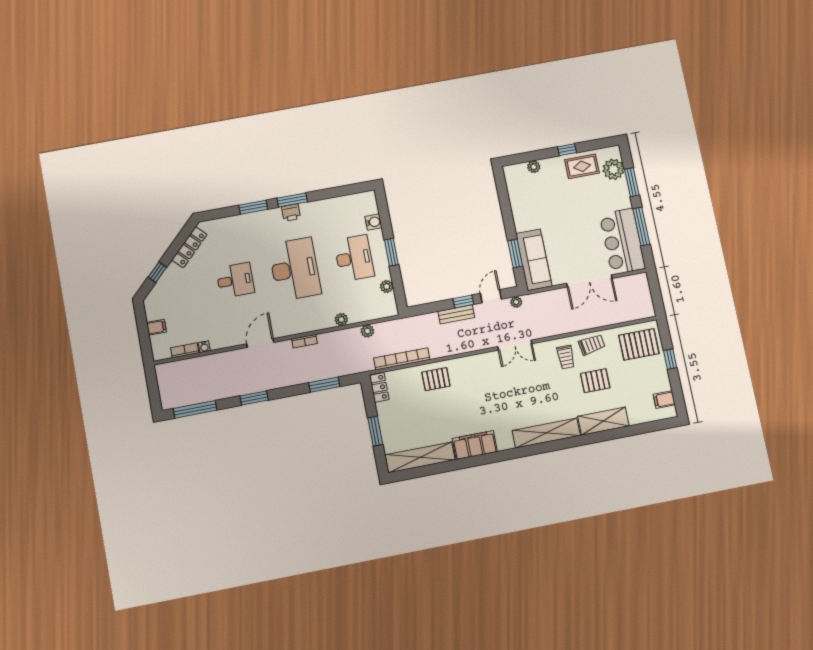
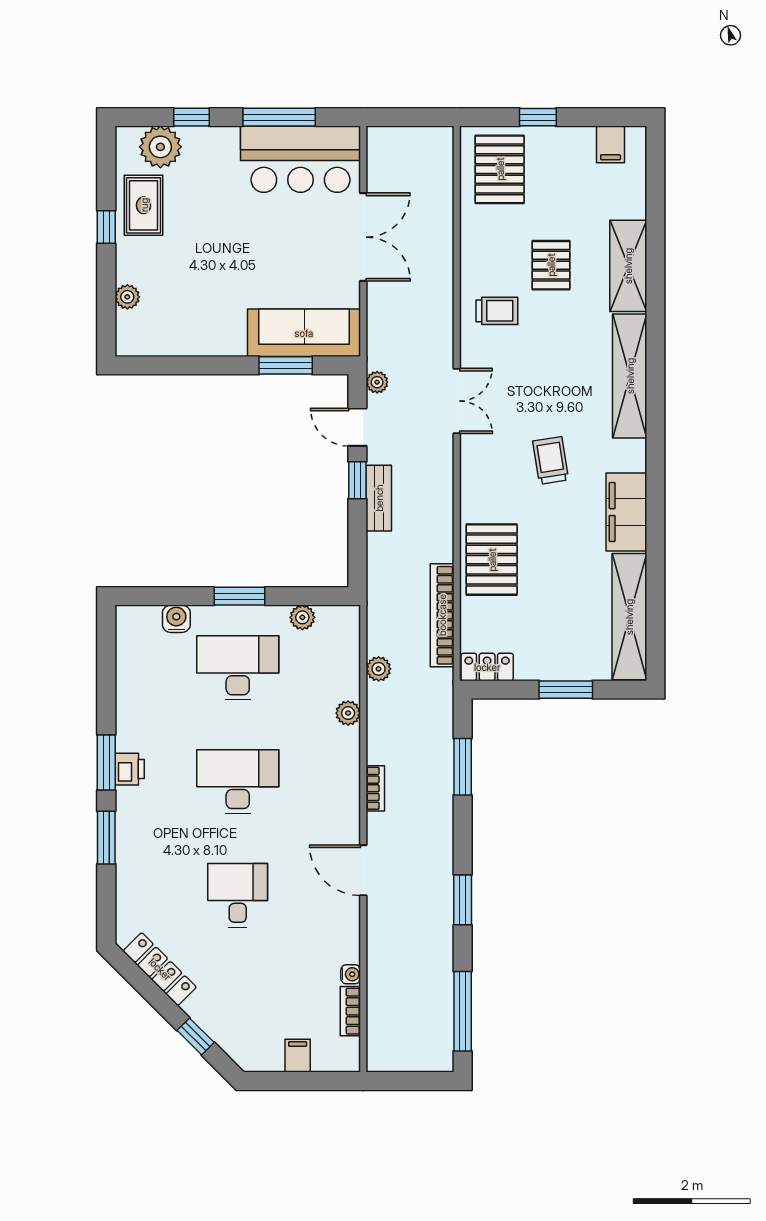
window: (632, 182) -> (192, 117), width x0.67
desk: (295, 269) -> (238, 782), width x0.73, depth x0.77
trolley: (592, 345) -> (551, 460), moved
pallet: (436, 379) -> (492, 560), width x1.50, depth x1.42

